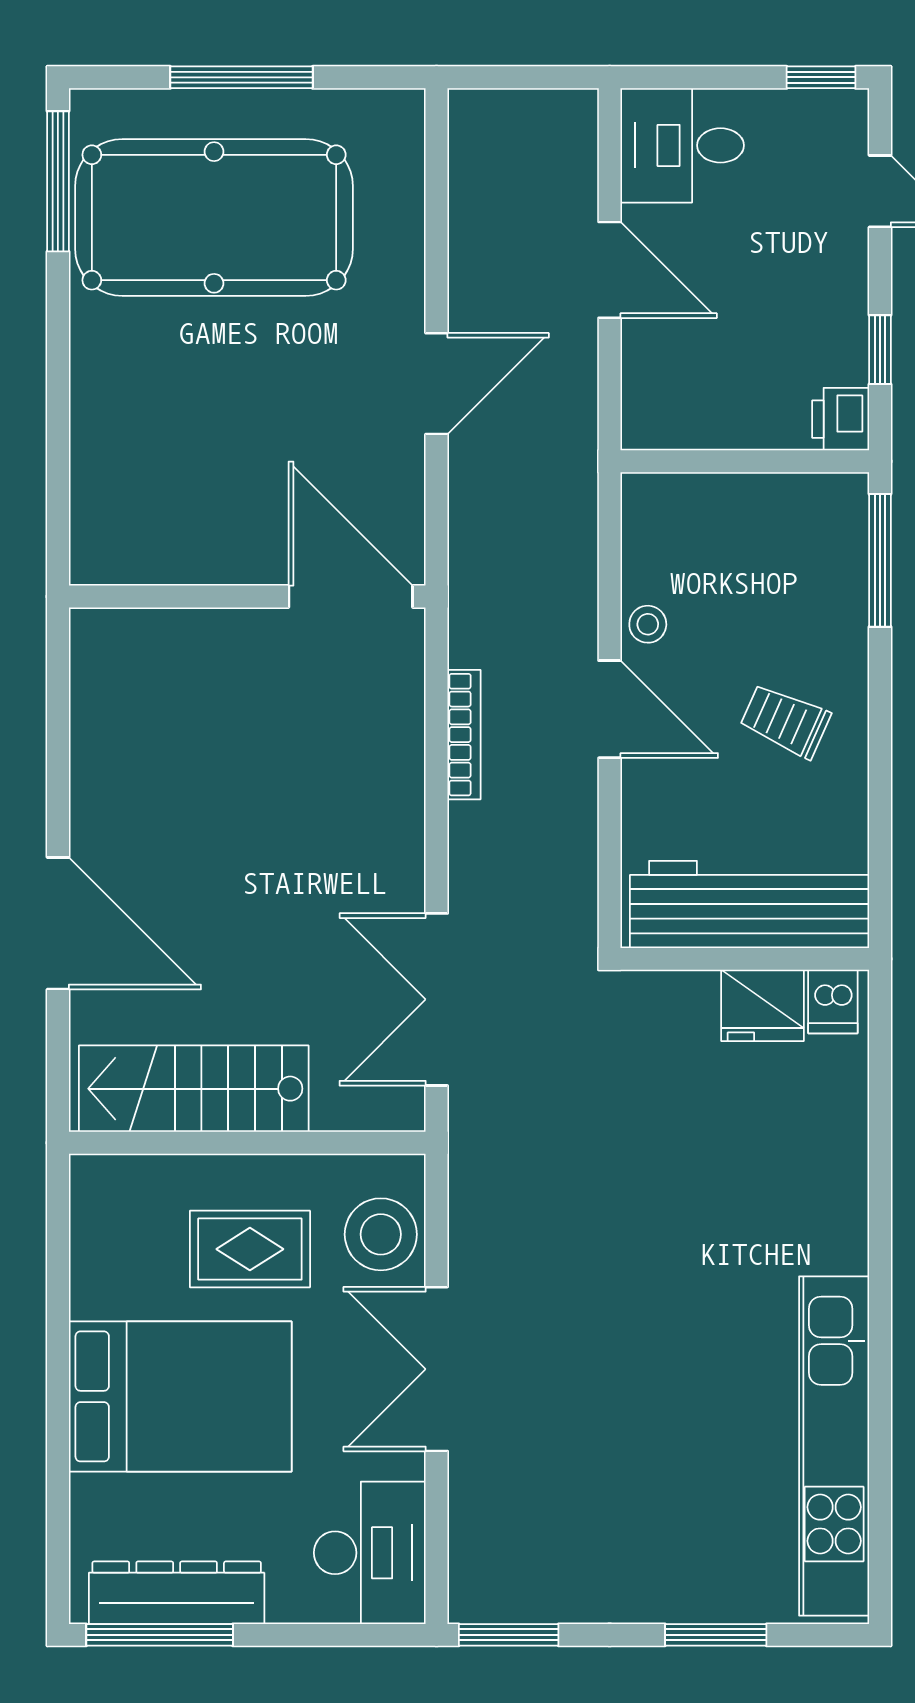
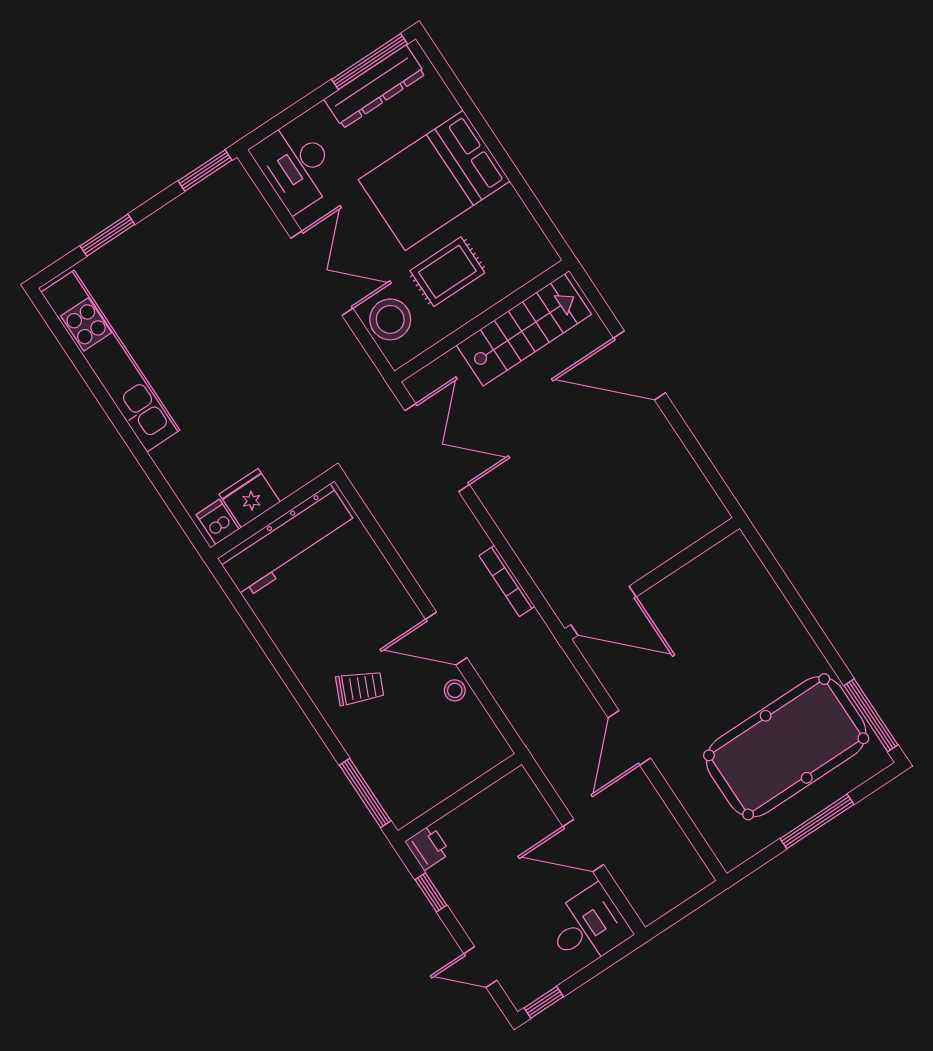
workbench: (750, 904) -> (287, 542), moved
wall: (745, 959) -> (272, 514), moved
dishwasher: (833, 1001) -> (218, 522), moved
fridge: (762, 1005) -> (250, 498), moved

